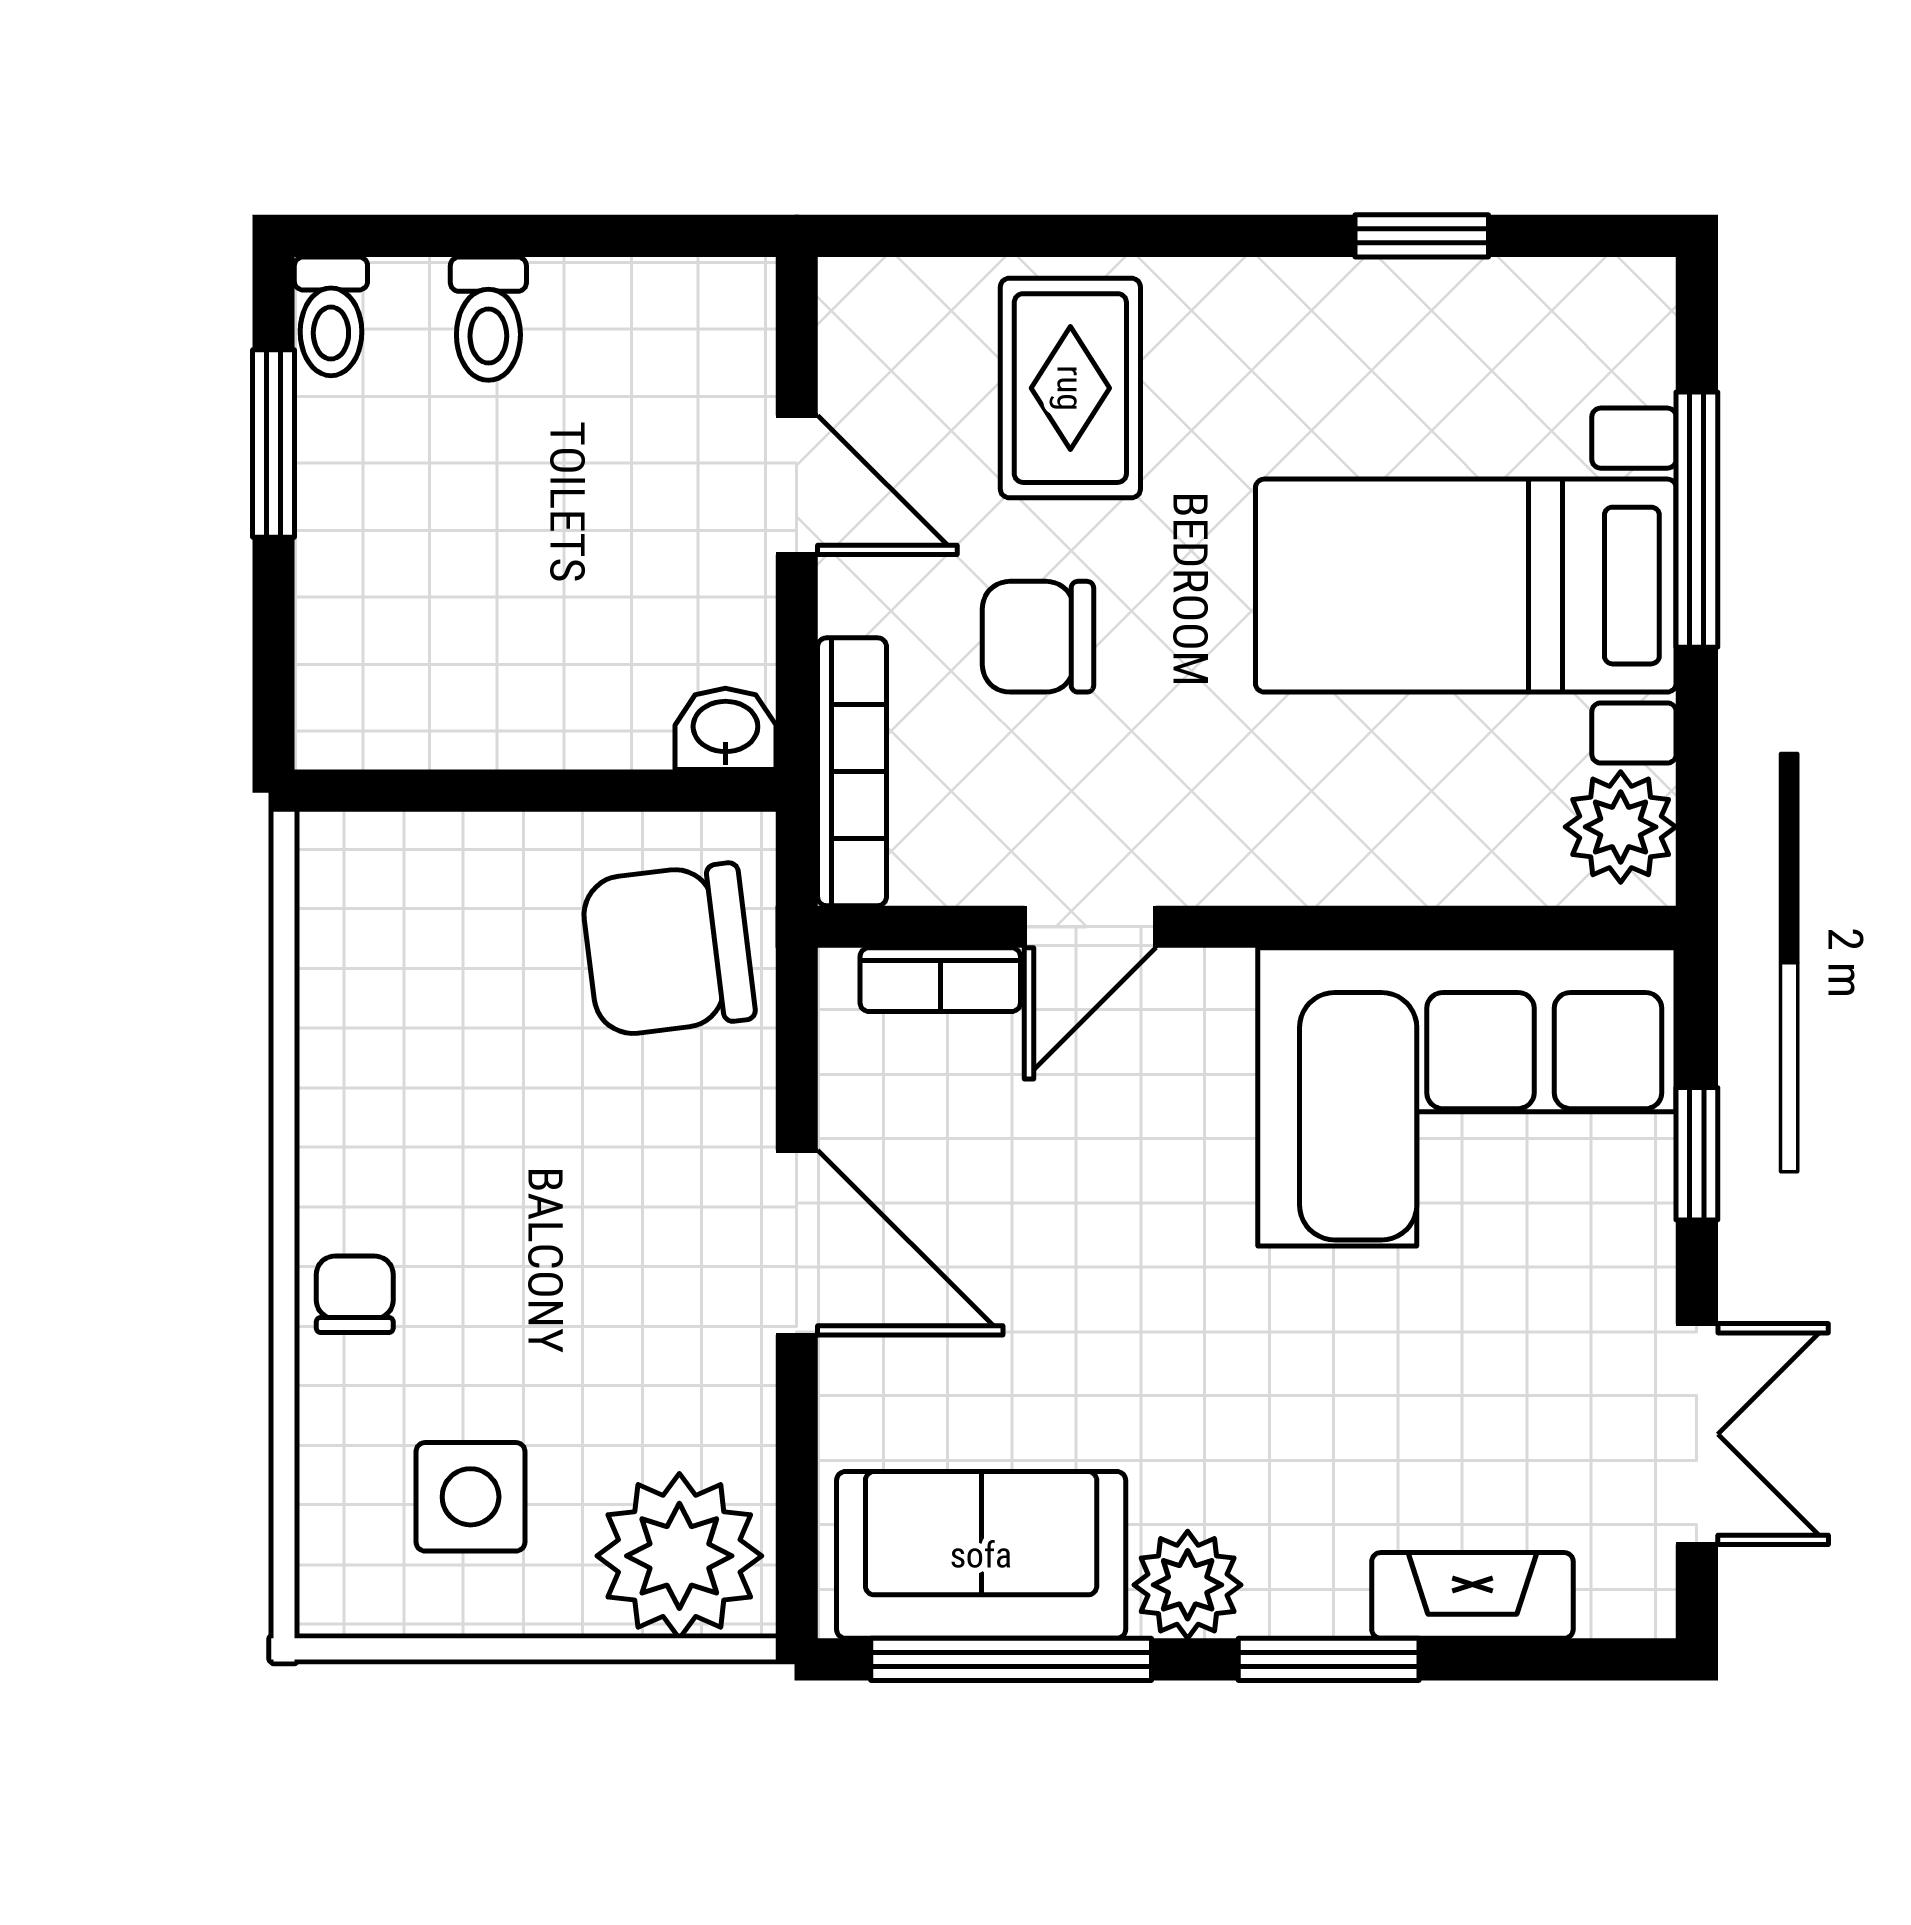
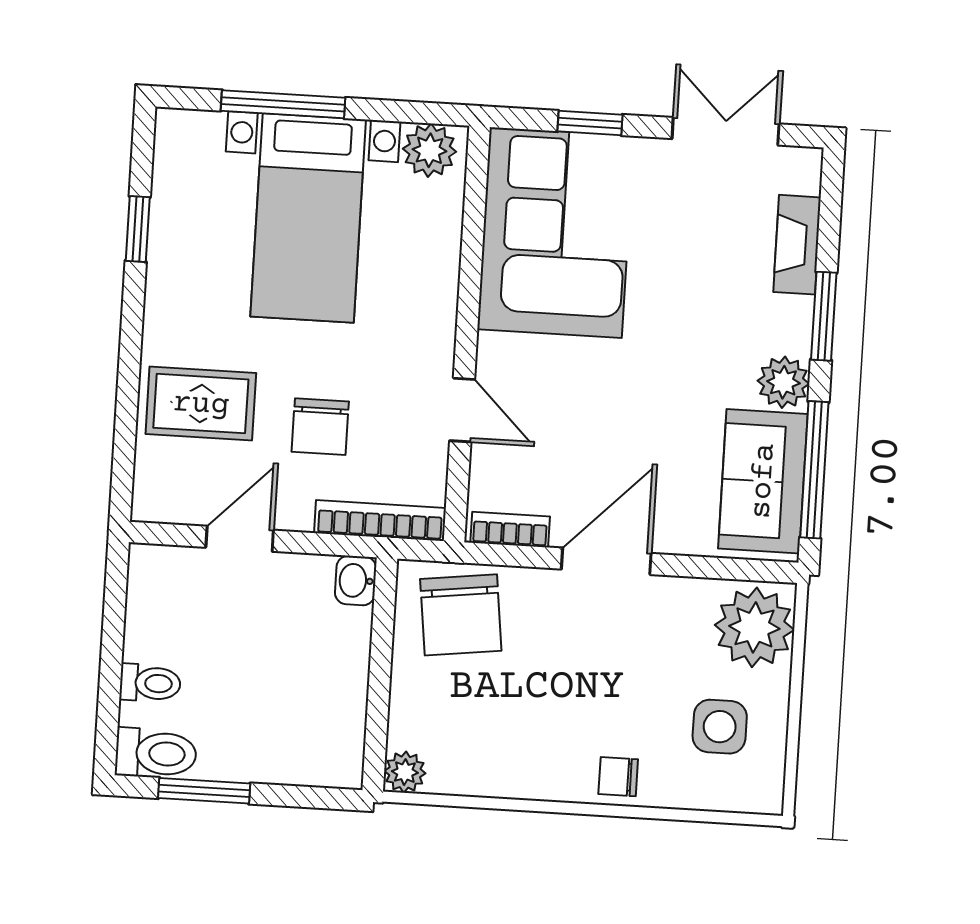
toilet: (331, 316) -> (156, 753), width x1.37, depth x1.39
plant: (337, 854) -> (405, 772), added
bookcase: (940, 980) -> (510, 530), moved, turned -90

